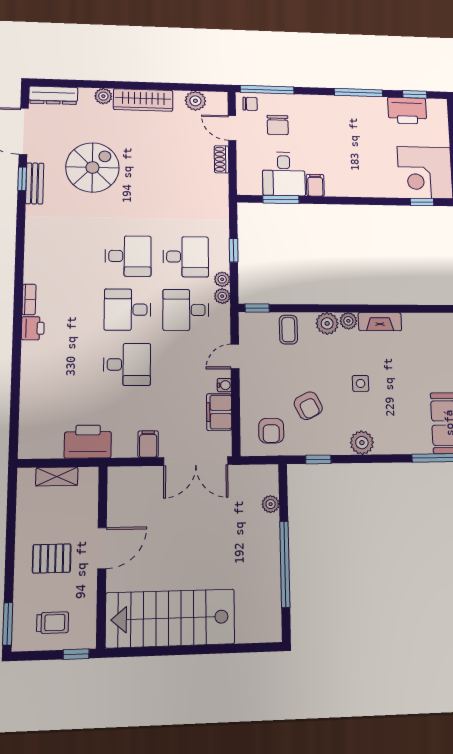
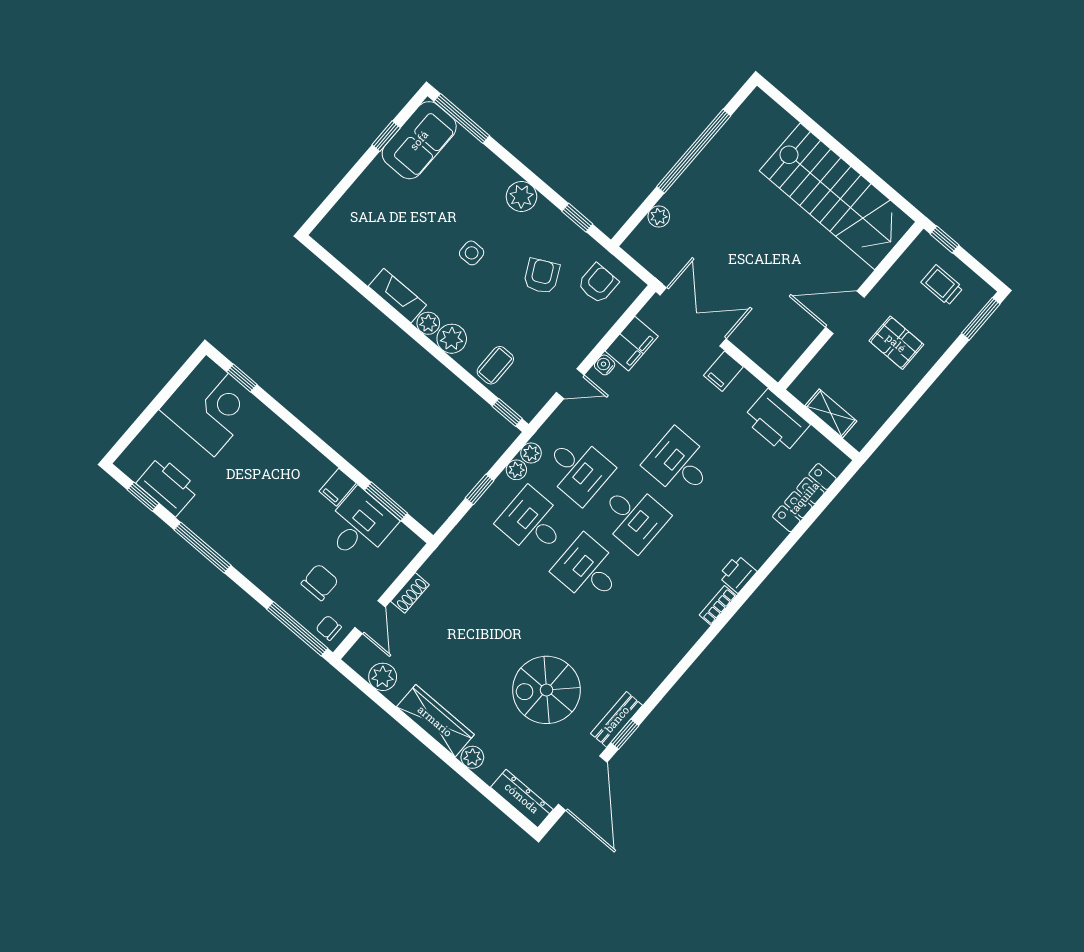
locker: (29, 410) -> (804, 498), added

